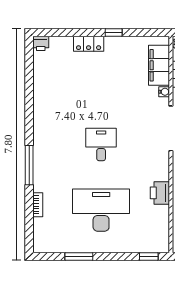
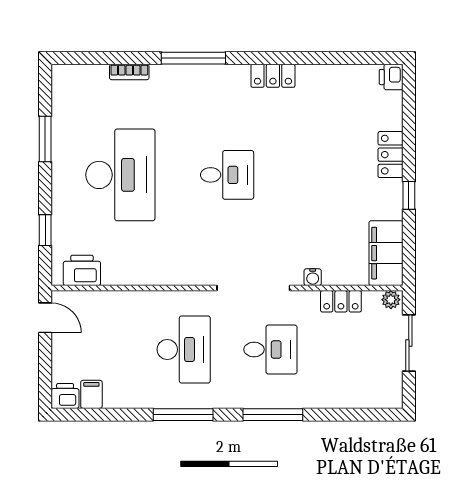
filing cabinet: (159, 65) -> (386, 253), moved, turned -90
locker: (40, 116) -> (273, 76), added
printer: (160, 193) -> (82, 270), moved
window: (149, 256) -> (45, 230), moved

